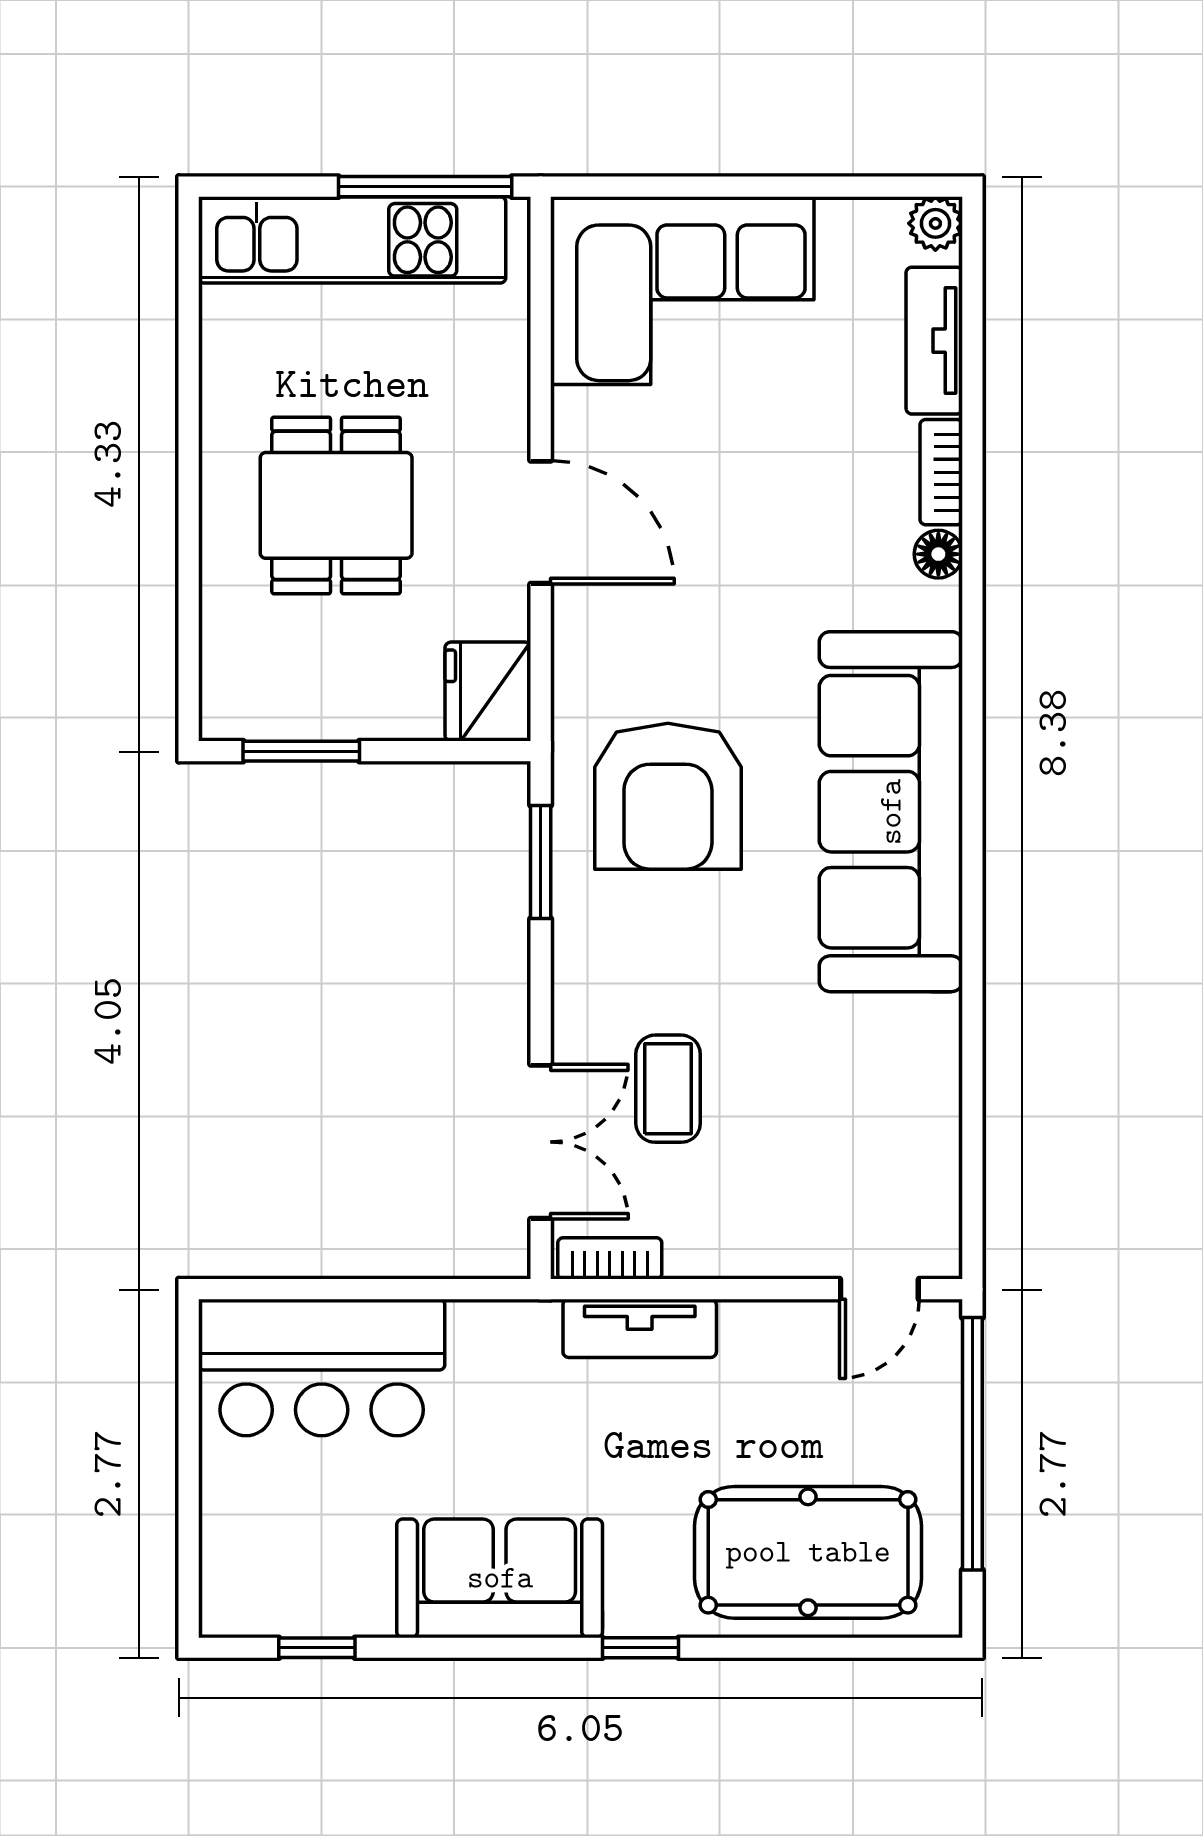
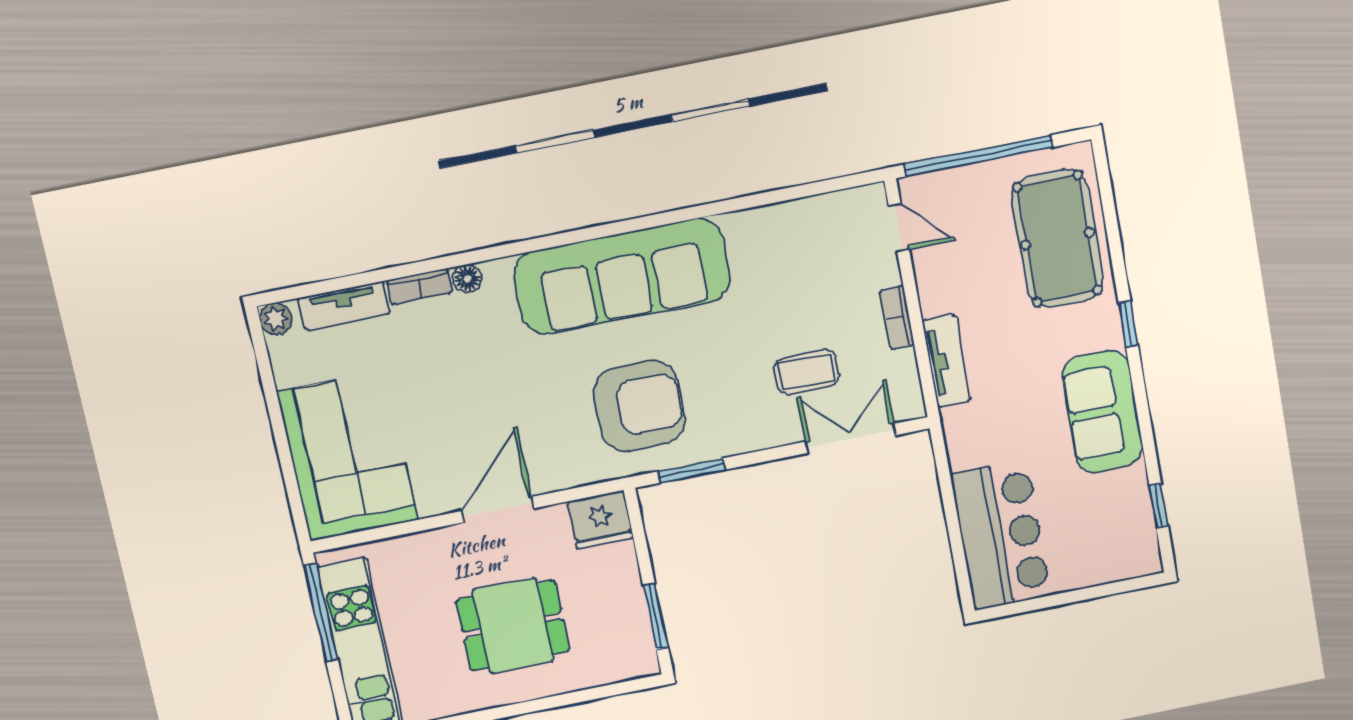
bookcase: (610, 1258) -> (897, 318), moved

